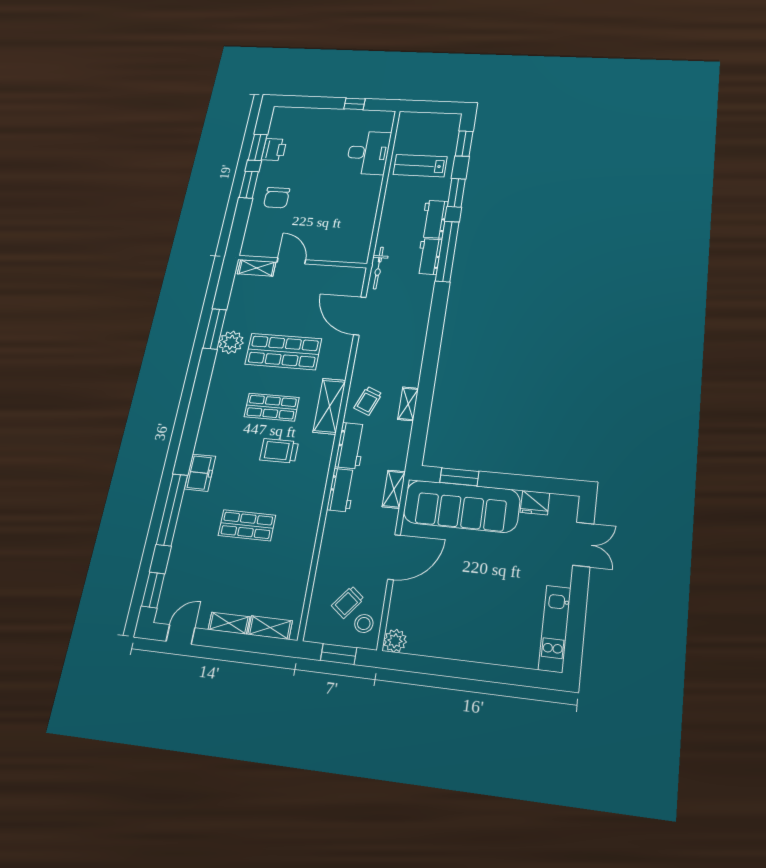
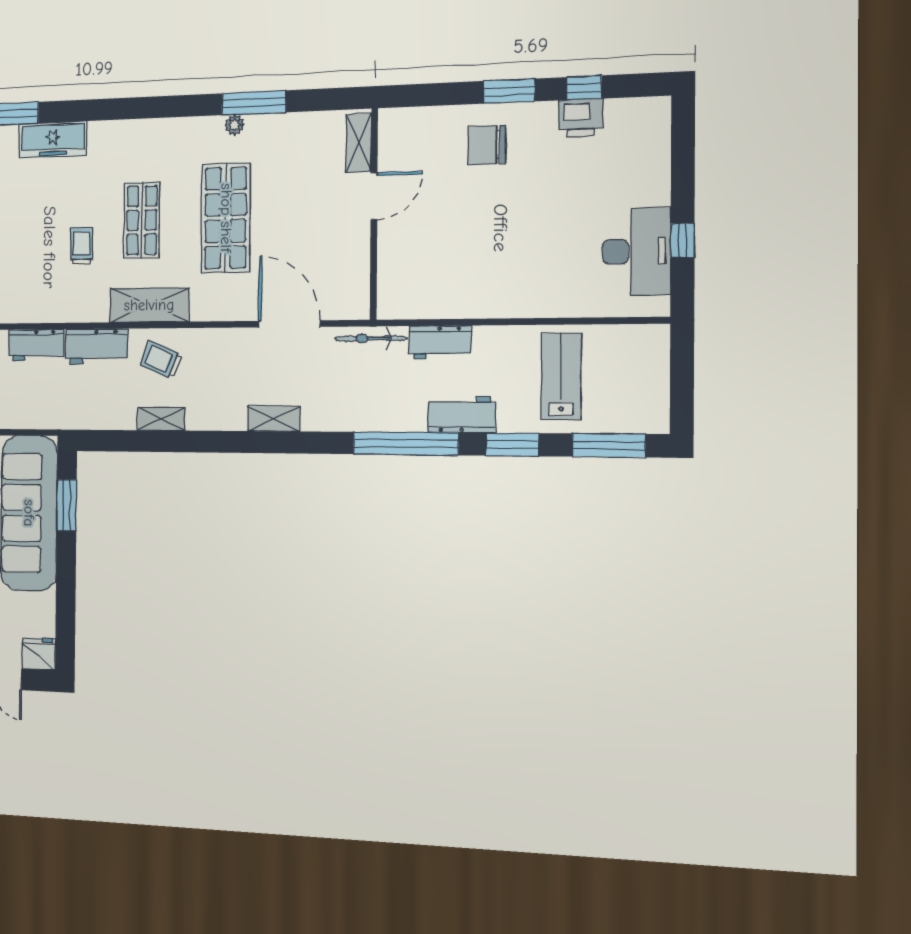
window: (464, 144) -> (609, 445), width x1.44
window: (258, 147) -> (584, 88), width x0.67
desk: (368, 153) -> (636, 251), moved, turned -90
workbench: (429, 256) -> (440, 342), moved, turned 180
door: (360, 316) -> (289, 324), hinge flipped
plant: (231, 342) -> (234, 125), width x0.53, depth x0.53
trolley: (279, 451) -> (82, 246), width x0.73, depth x0.72
freezer: (200, 473) -> (53, 140), width x1.40
shelving: (394, 489) -> (274, 419), moved
fridge: (535, 503) -> (39, 654), moved, turned 90

